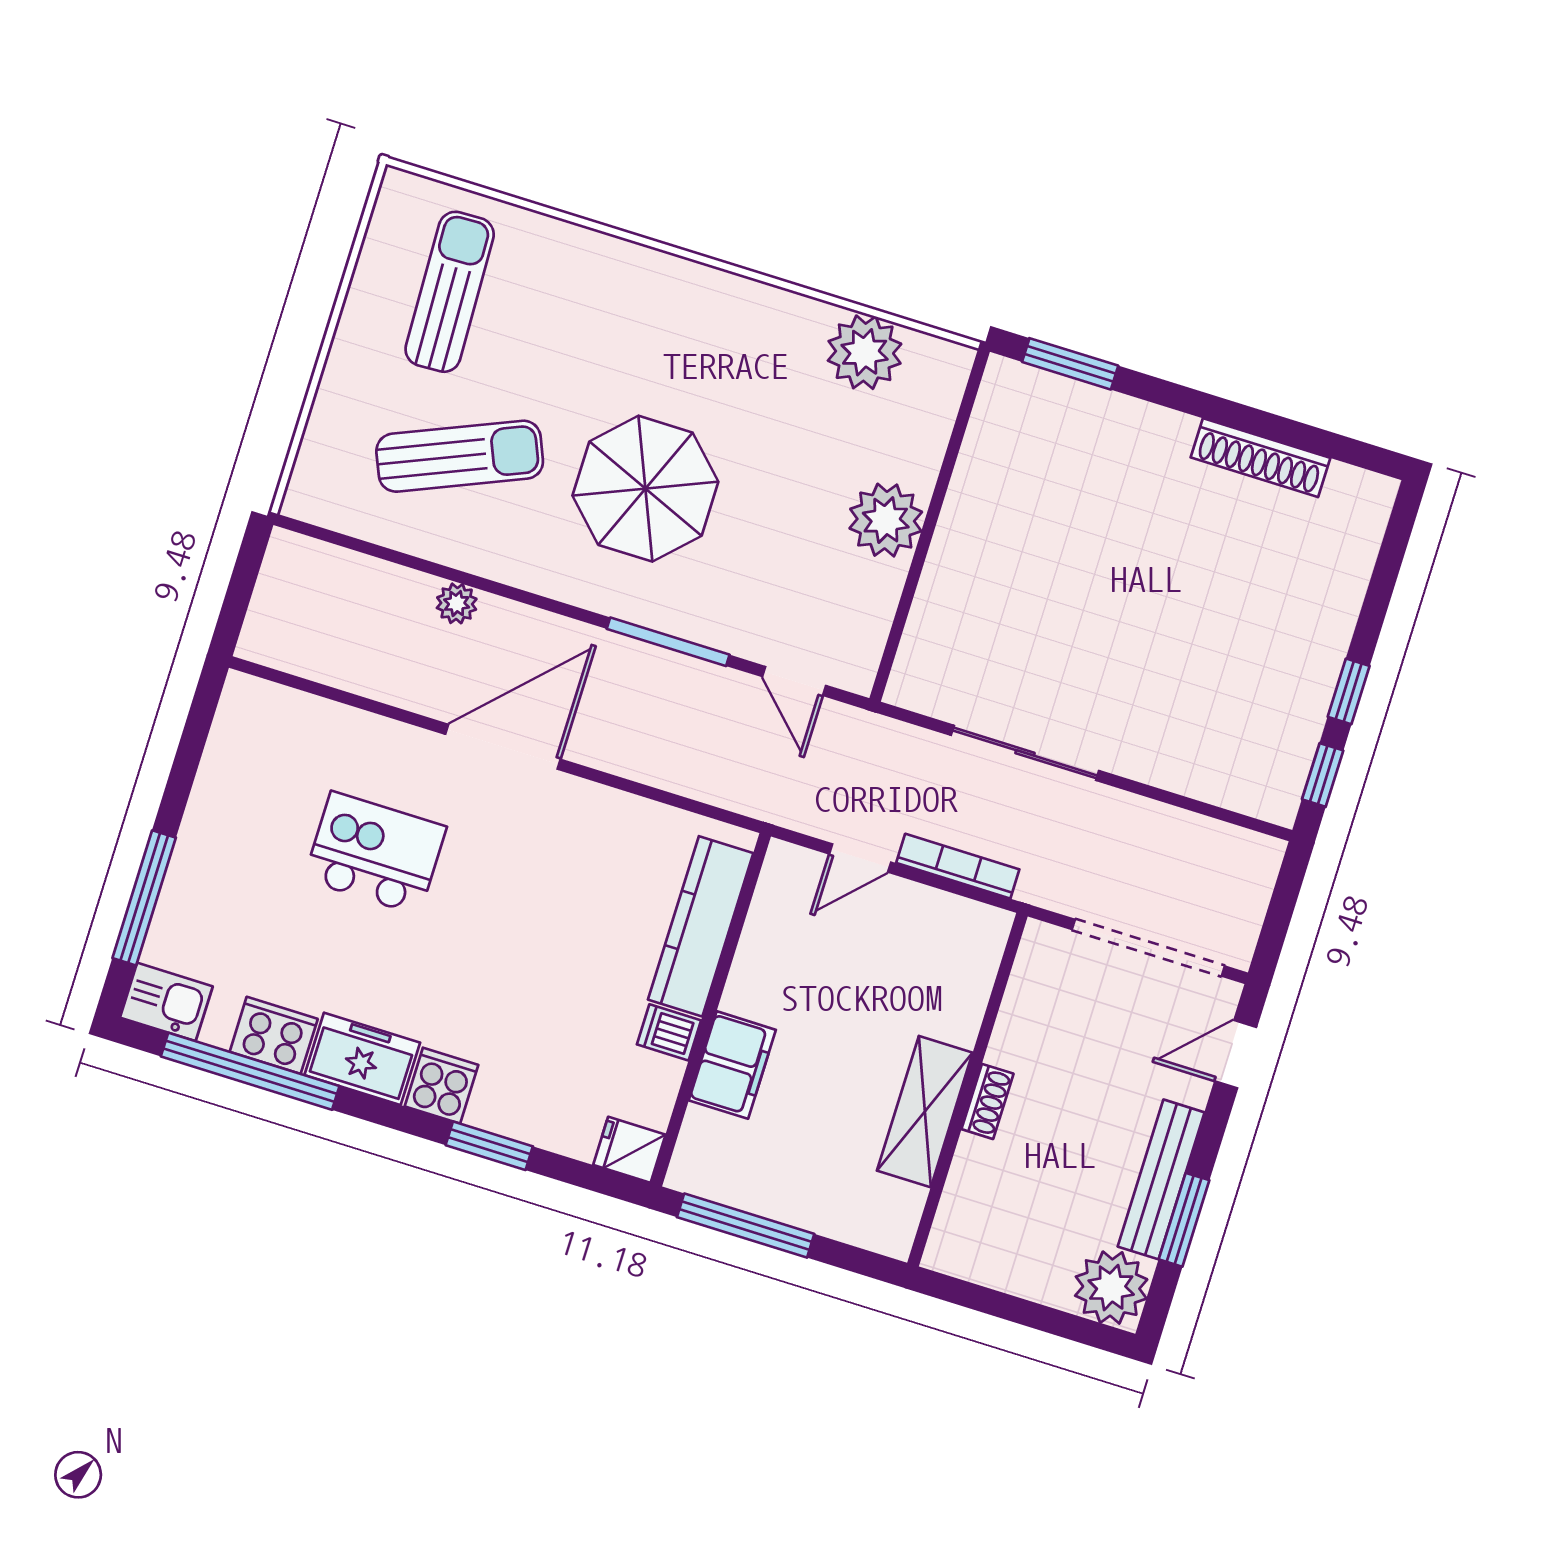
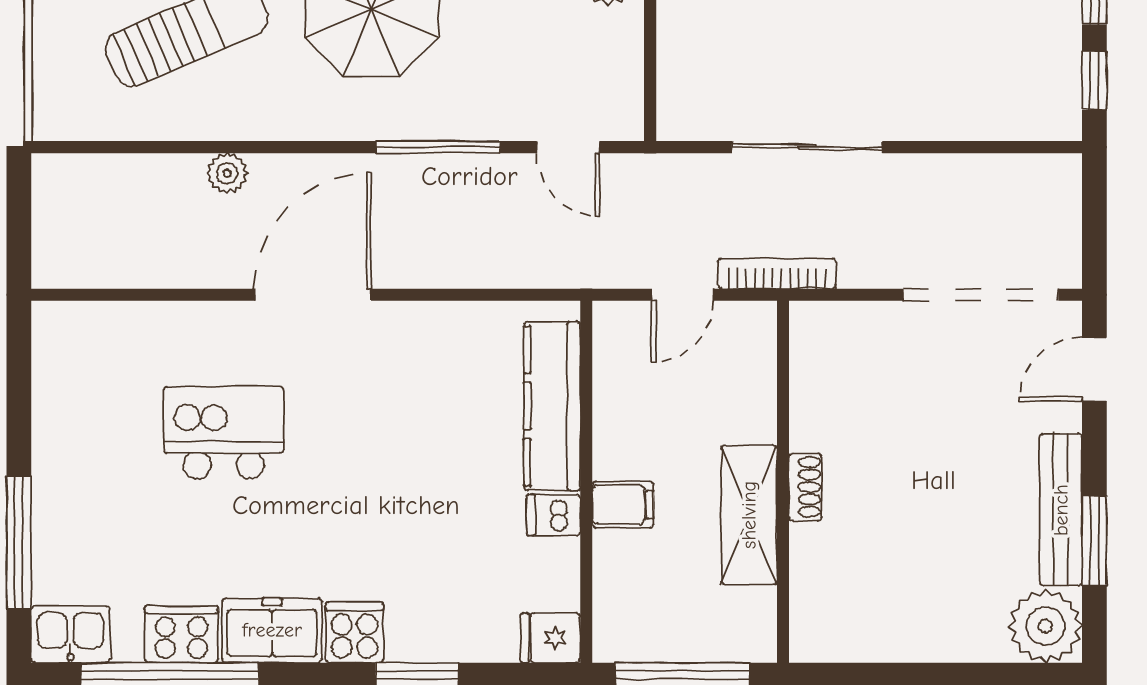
filing cabinet: (732, 1065) -> (623, 505), width x0.50
wall: (967, 1090) -> (783, 482), moved
shoe rack: (987, 1101) -> (805, 487), moved
shelving: (925, 1112) -> (749, 515), moved

